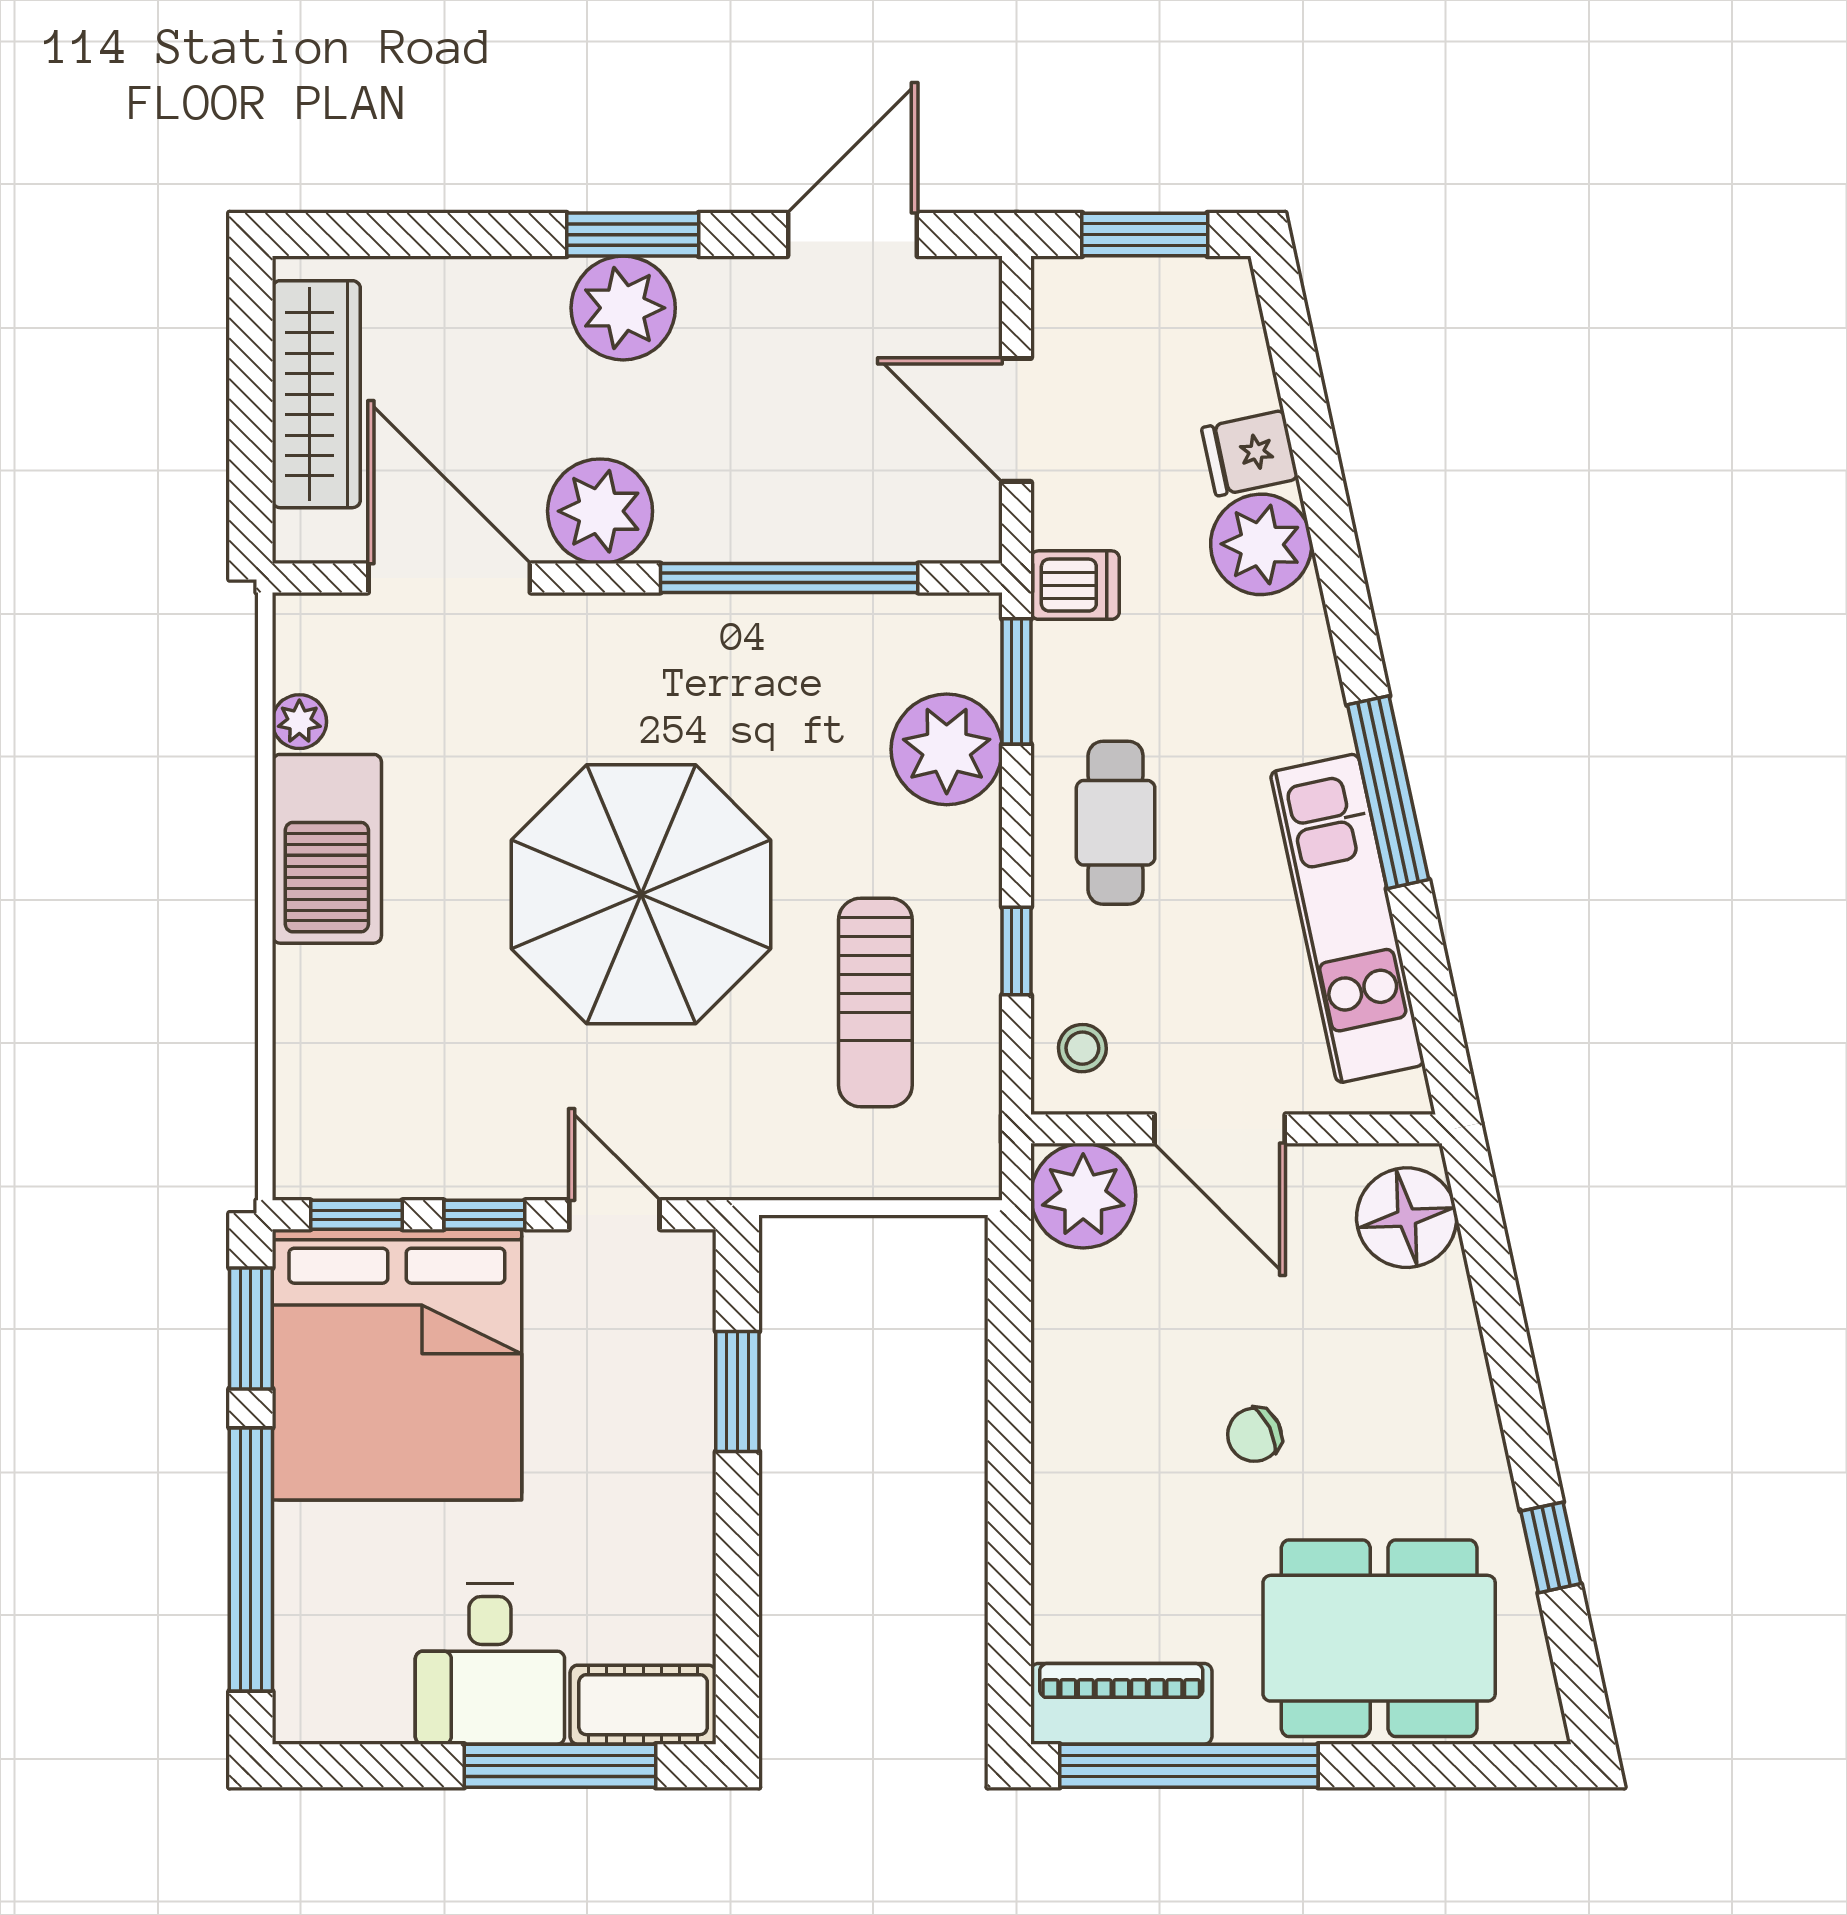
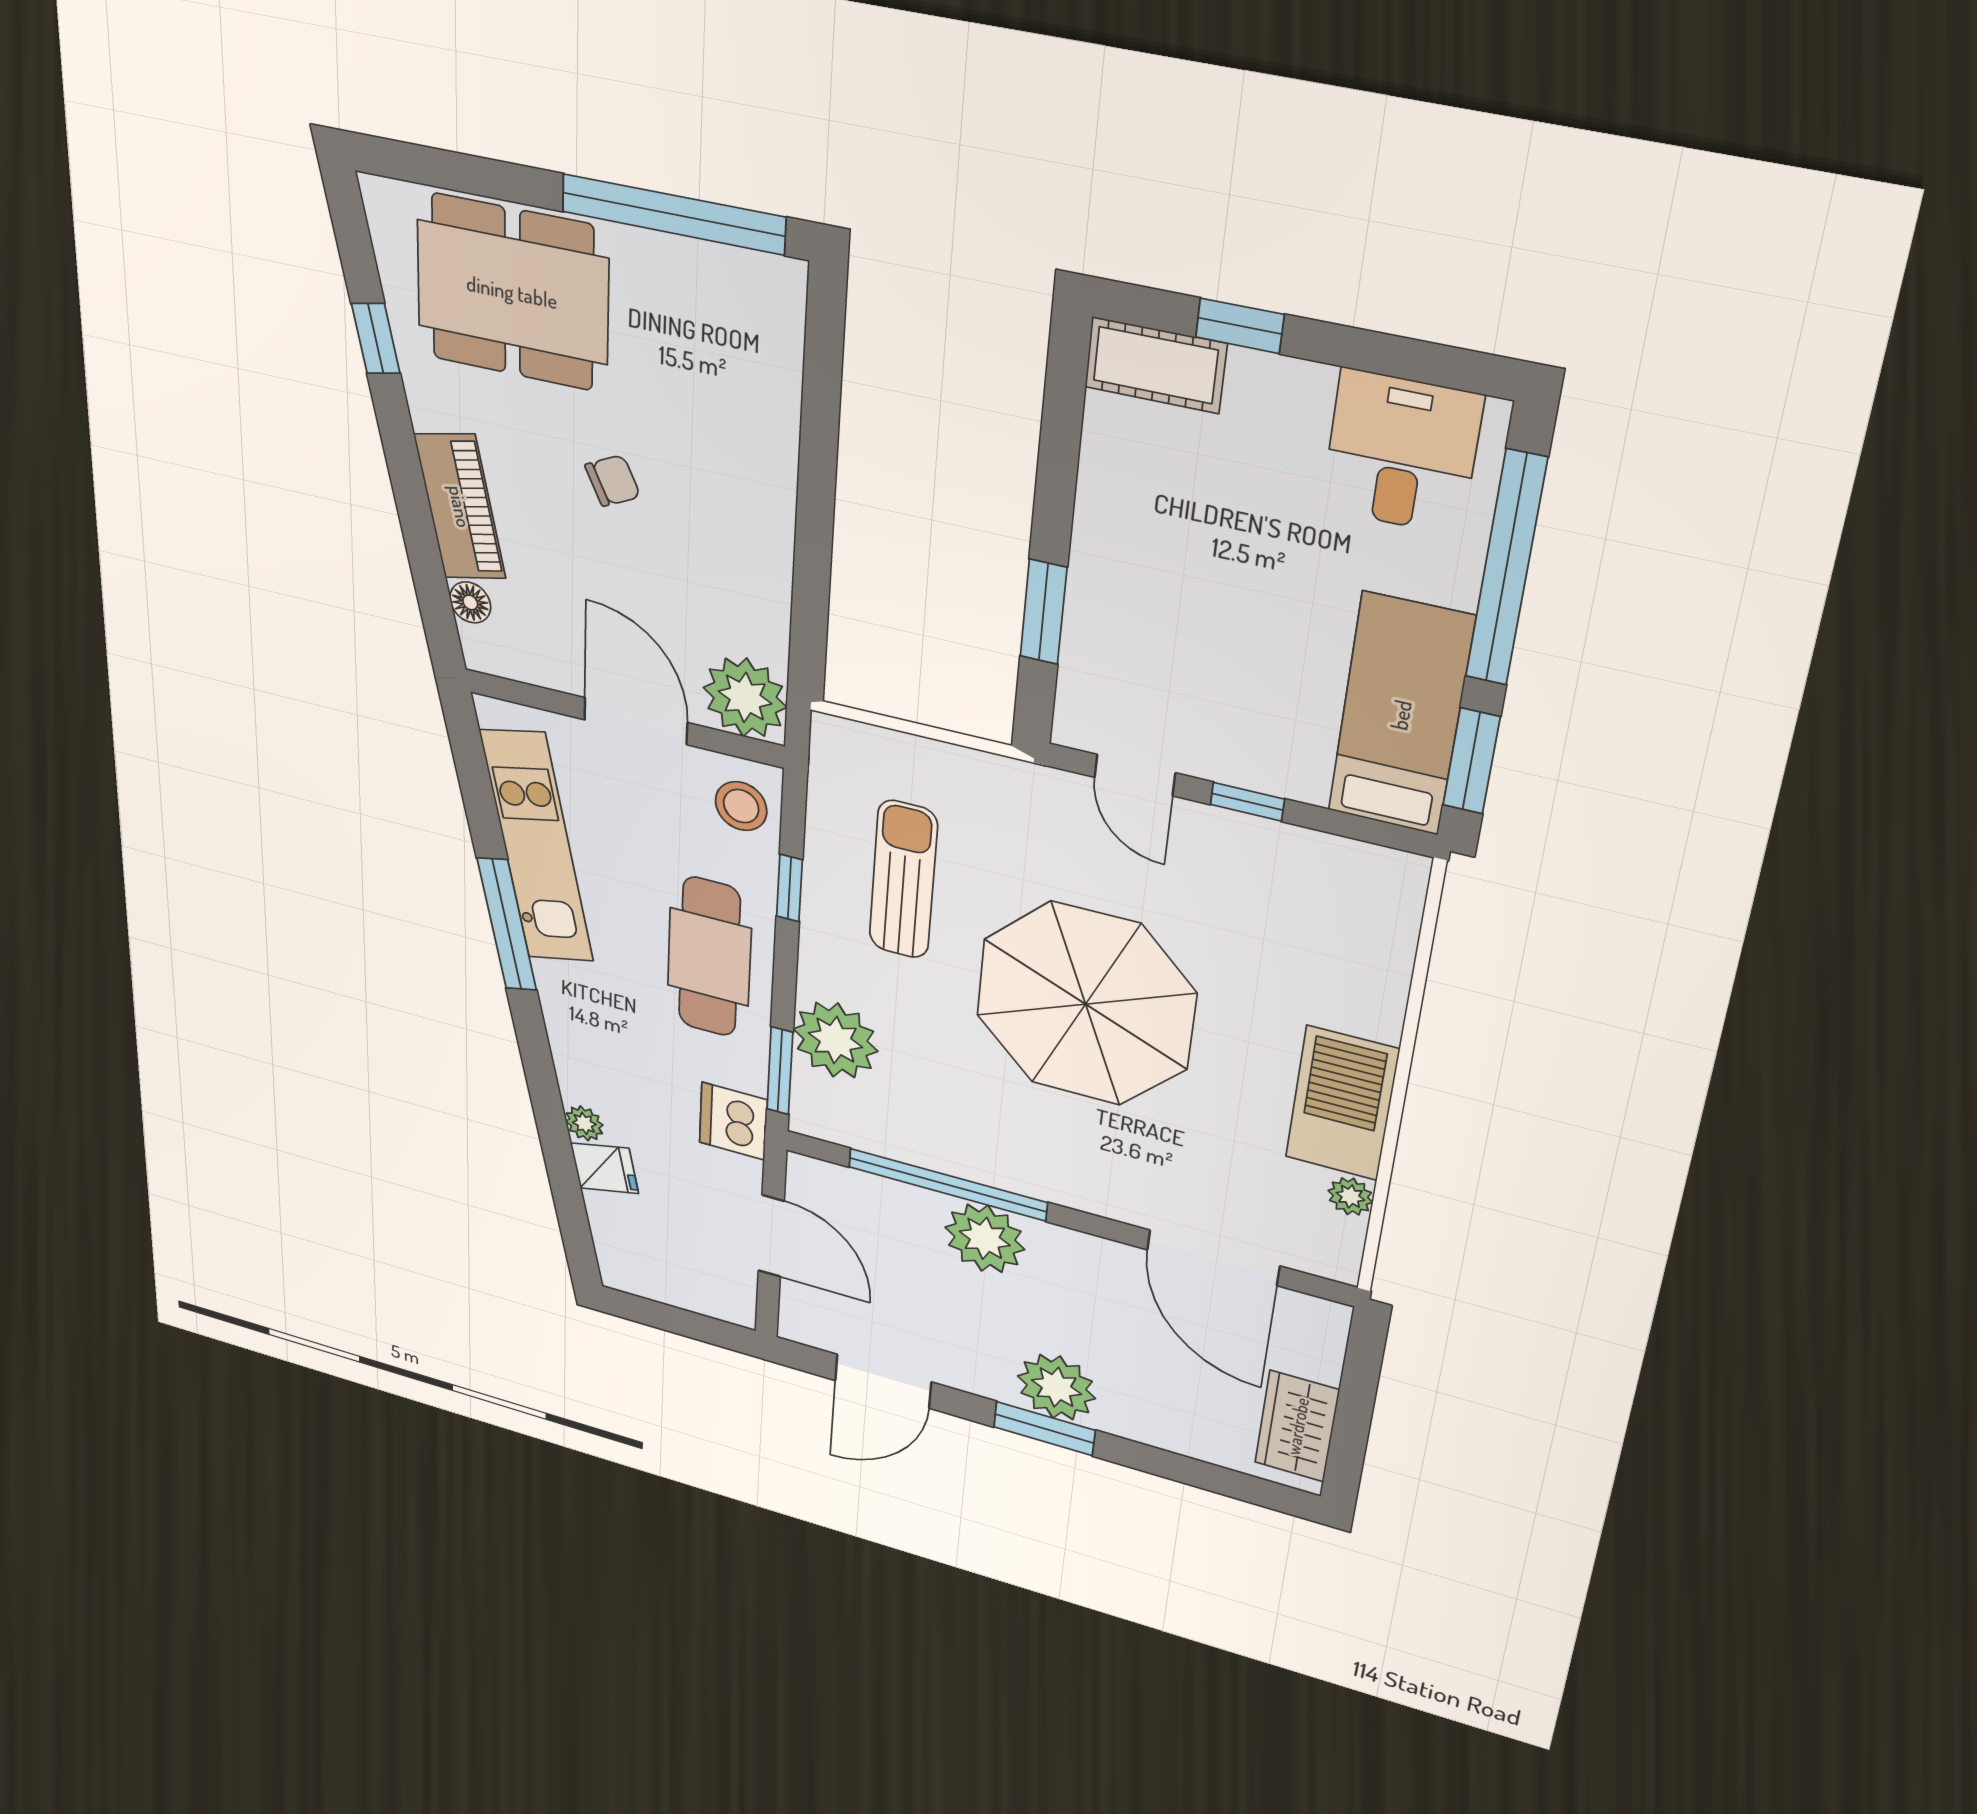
window: (1145, 235) -> (675, 1320), removed
wardrobe: (316, 394) -> (1297, 1426), width x0.67
plant: (600, 511) -> (985, 1238), moved
plant: (1261, 544) -> (584, 1123), width x0.53, depth x0.53
dishwasher: (1075, 585) -> (733, 1121), width x1.38
cafe table: (1116, 823) -> (709, 957), width x1.37, depth x1.35
stool: (1082, 1048) -> (741, 806), width x1.37, depth x1.37
window: (356, 1215) -> (1360, 828), removed
floor lamp: (1407, 1218) -> (470, 602), width x0.53, depth x0.53
bed: (397, 1365) -> (1401, 715), width x0.49
desk: (490, 1664) -> (1402, 452), moved
piano: (1121, 1704) -> (460, 507), moved, turned -102
window: (560, 1766) -> (1240, 326), width x0.46

